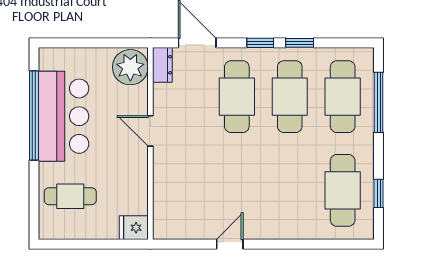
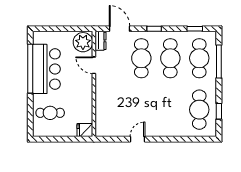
window: (300, 43) -> (195, 29), moved
door: (150, 131) -> (94, 65), moved

